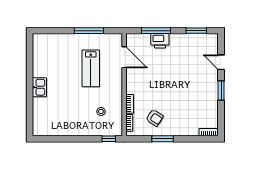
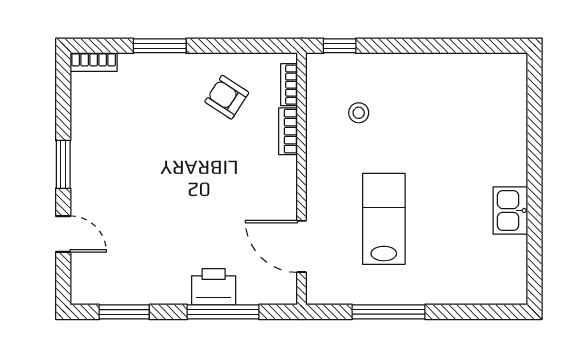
kitchen sink: (39, 87) -> (510, 210), moved
window: (163, 139) -> (160, 46), moved

